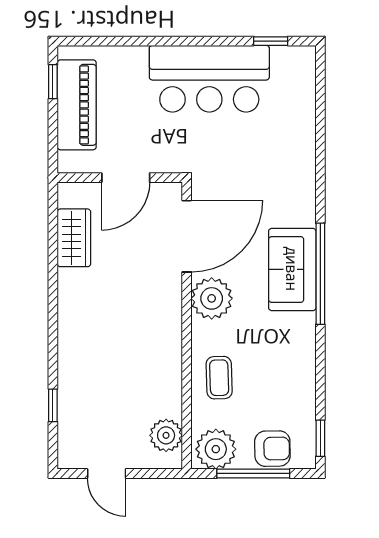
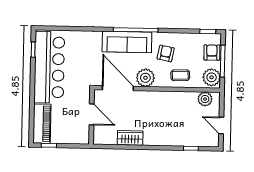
bar counter: (209, 79) -> (49, 67), width x1.36
piano: (77, 105) -> (42, 124), moved, turned 90
wardrobe: (74, 238) -> (130, 138), moved
sofa: (292, 269) -> (127, 42), width x1.36
armchair: (268, 343) -> (166, 53), added
door: (107, 473) -> (221, 125), swing flipped

